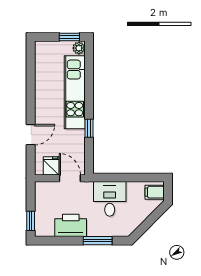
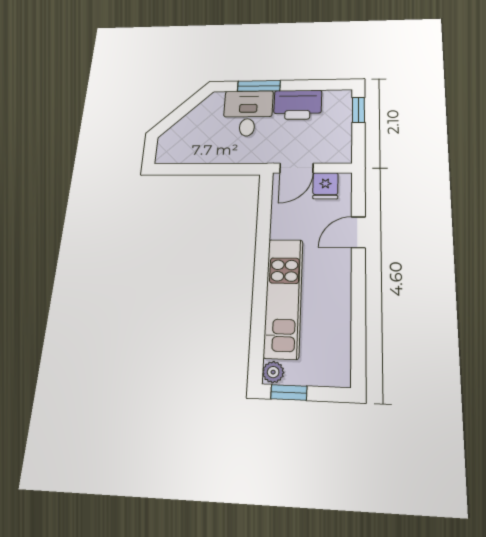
window: (89, 128) -> (263, 241), removed
door: (70, 178) -> (296, 168), hinge flipped
filing cabinet: (155, 192) -> (170, 149), removed
desk: (110, 199) -> (248, 113), moved, turned 180

